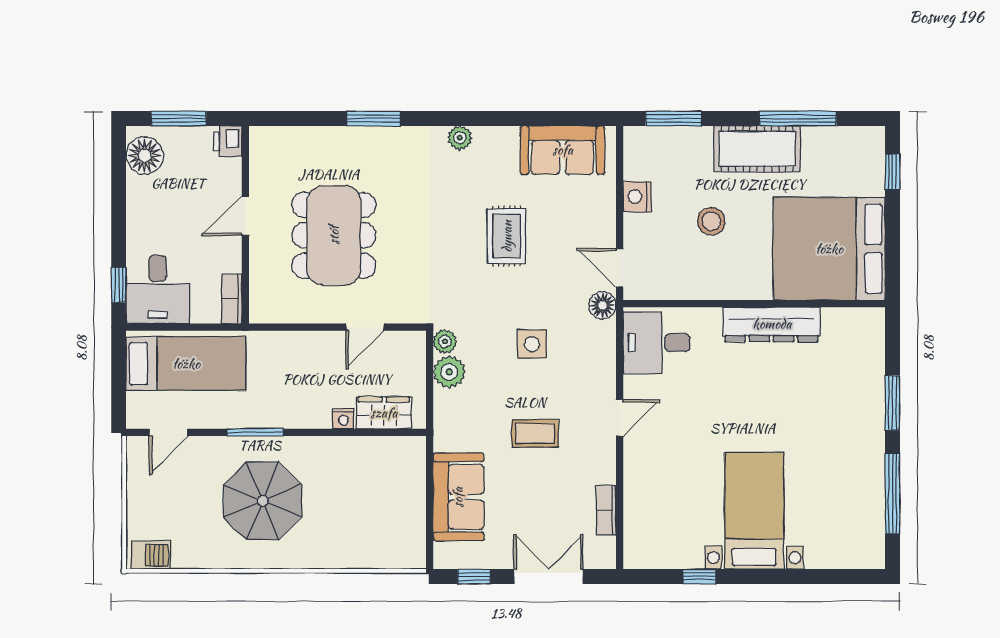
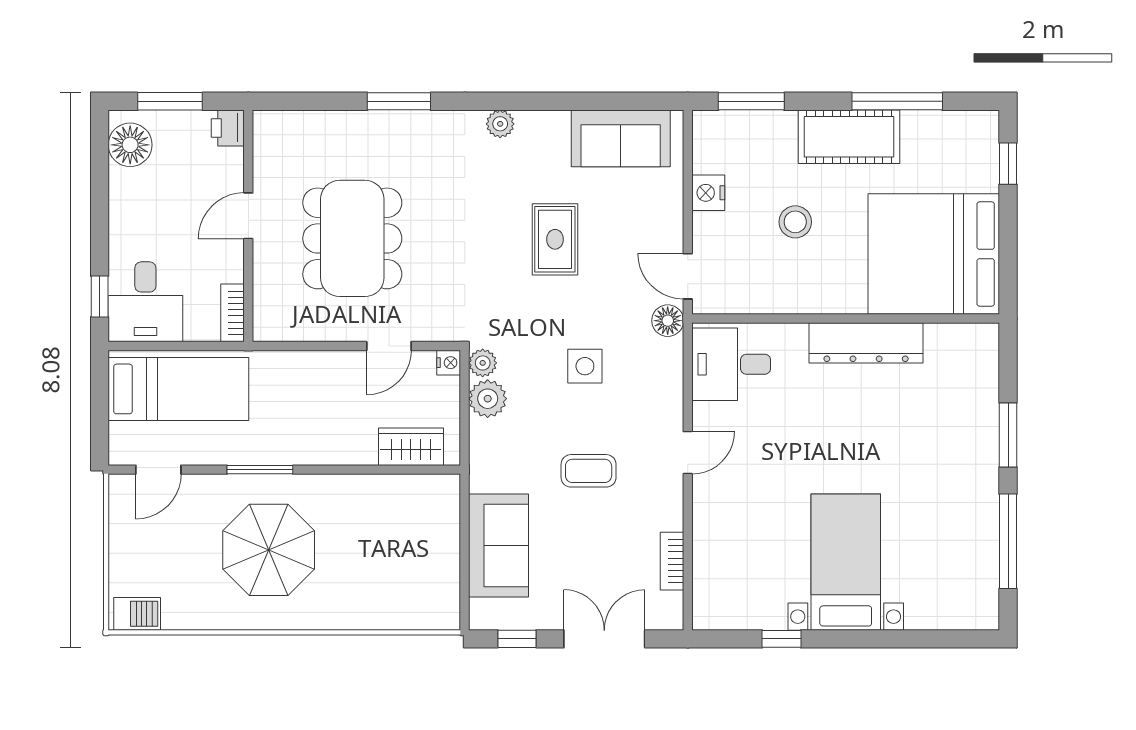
nightstand: (343, 419) -> (449, 363), moved, turned -90

